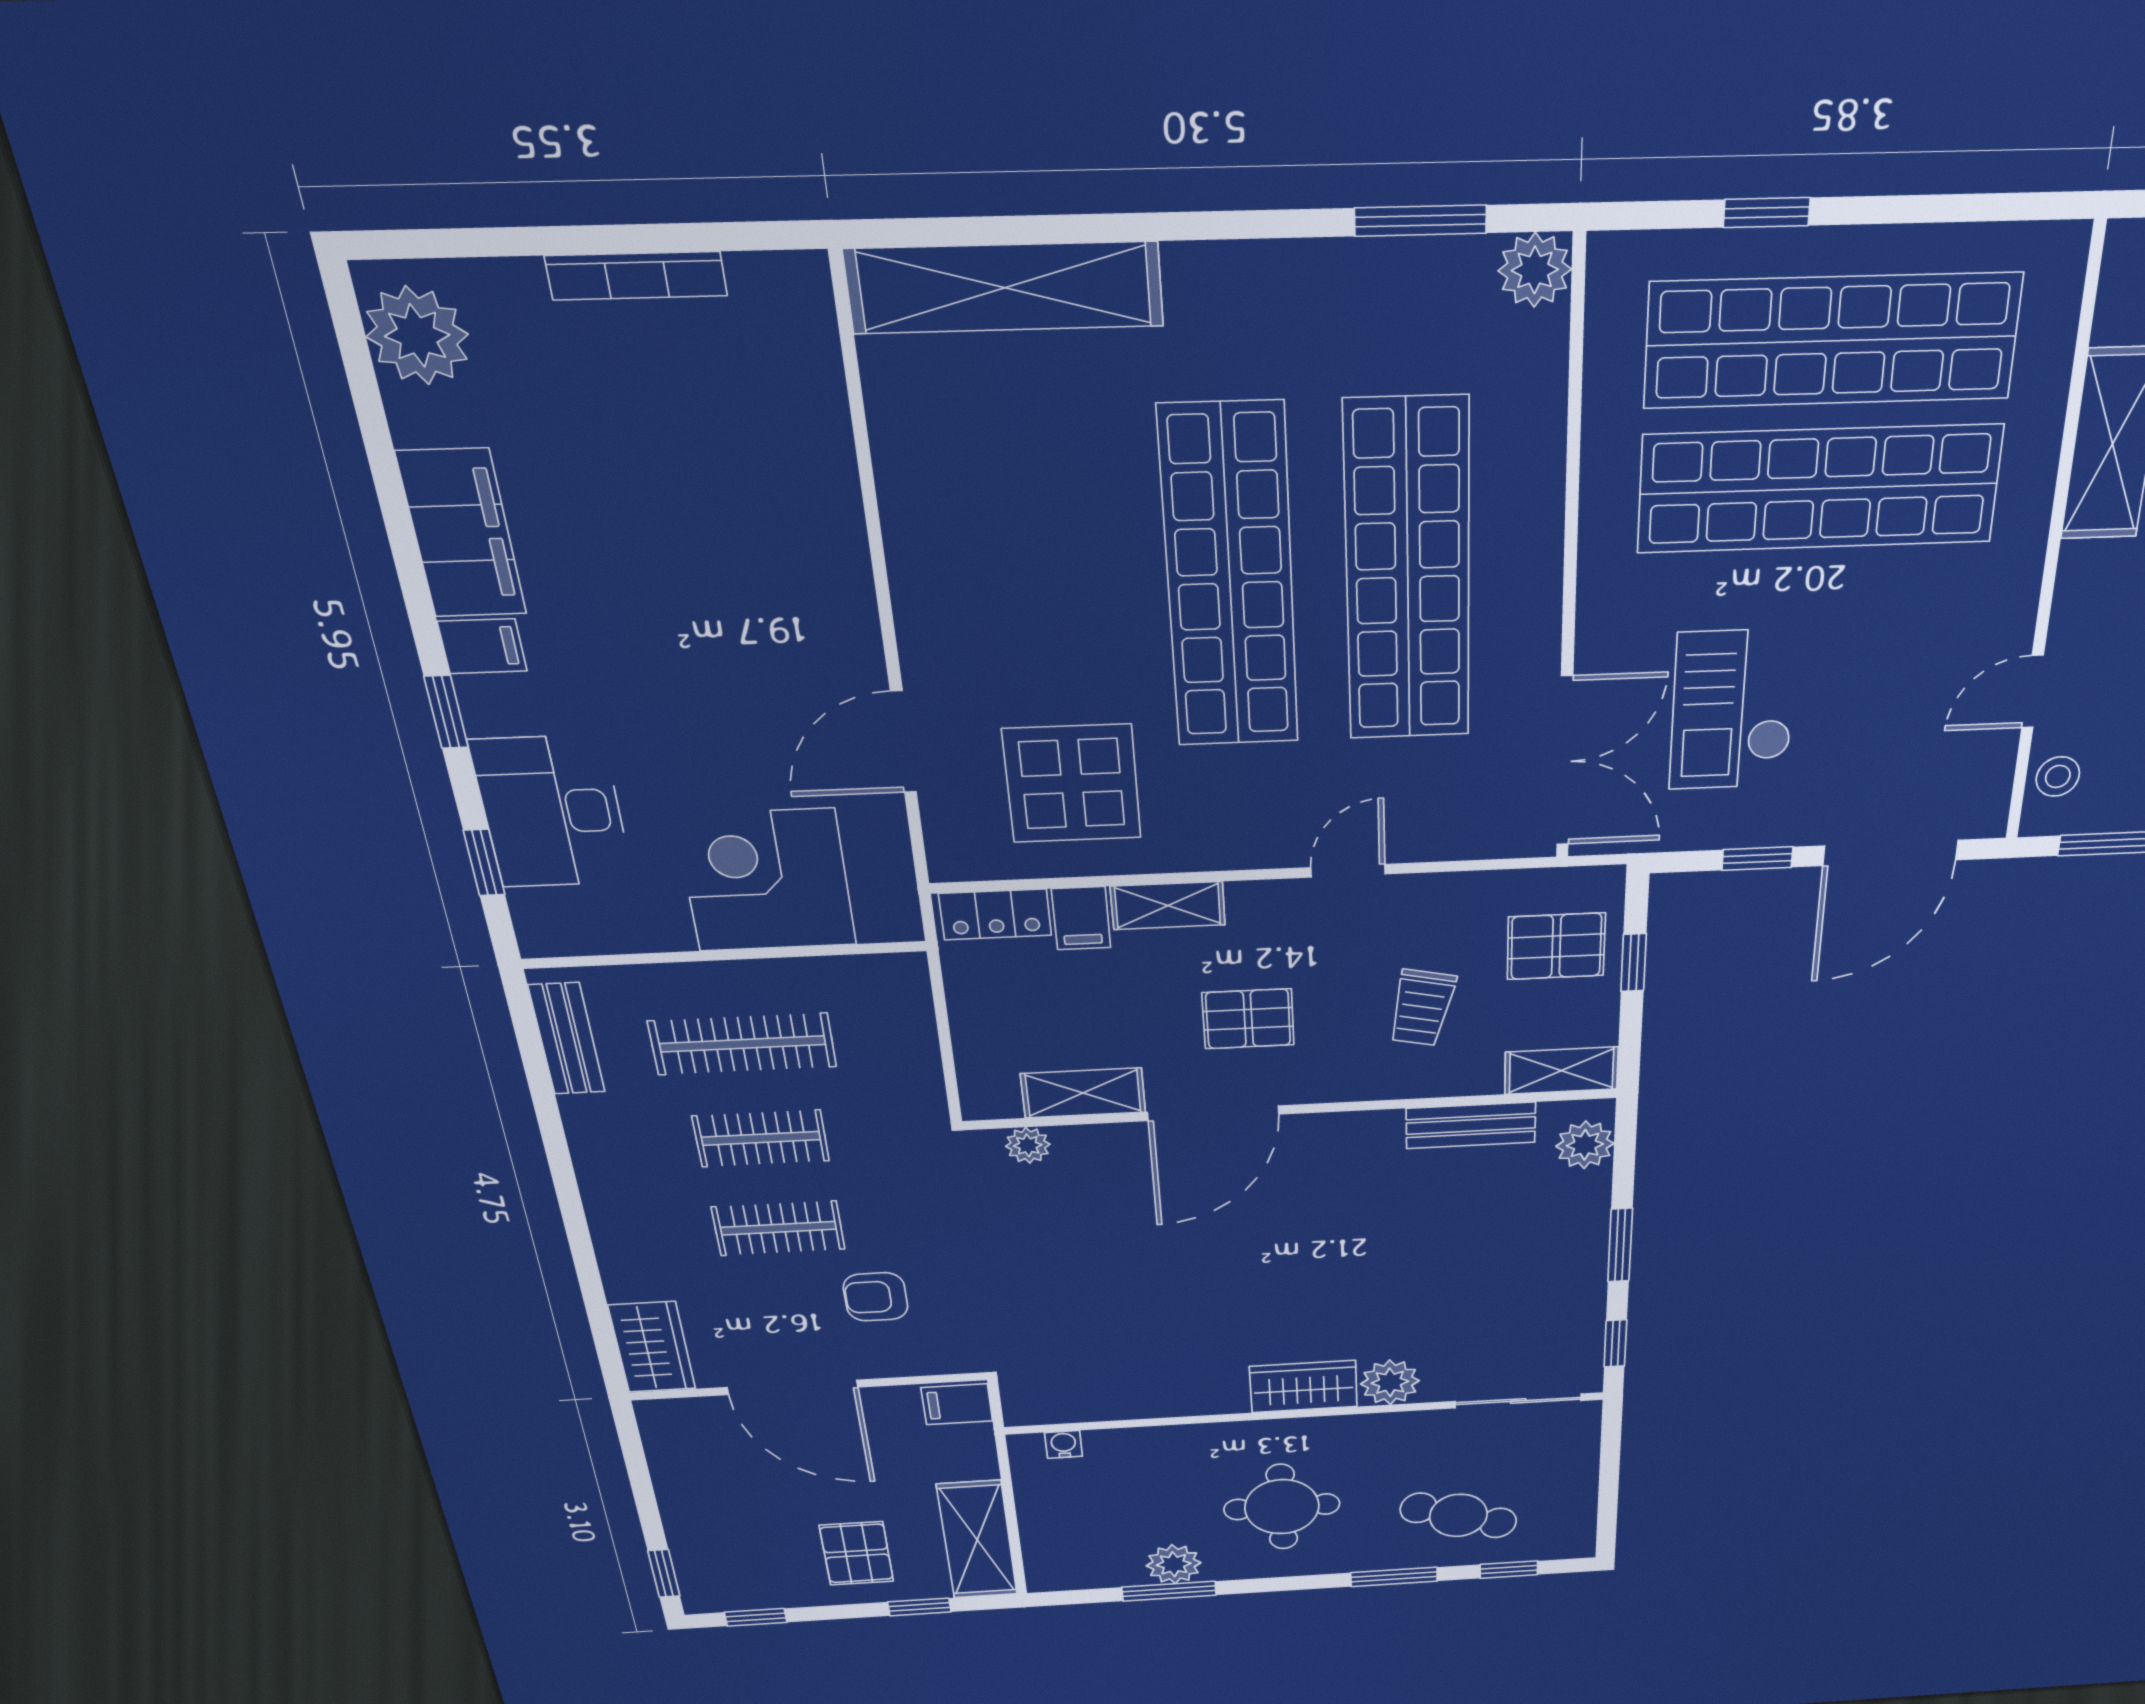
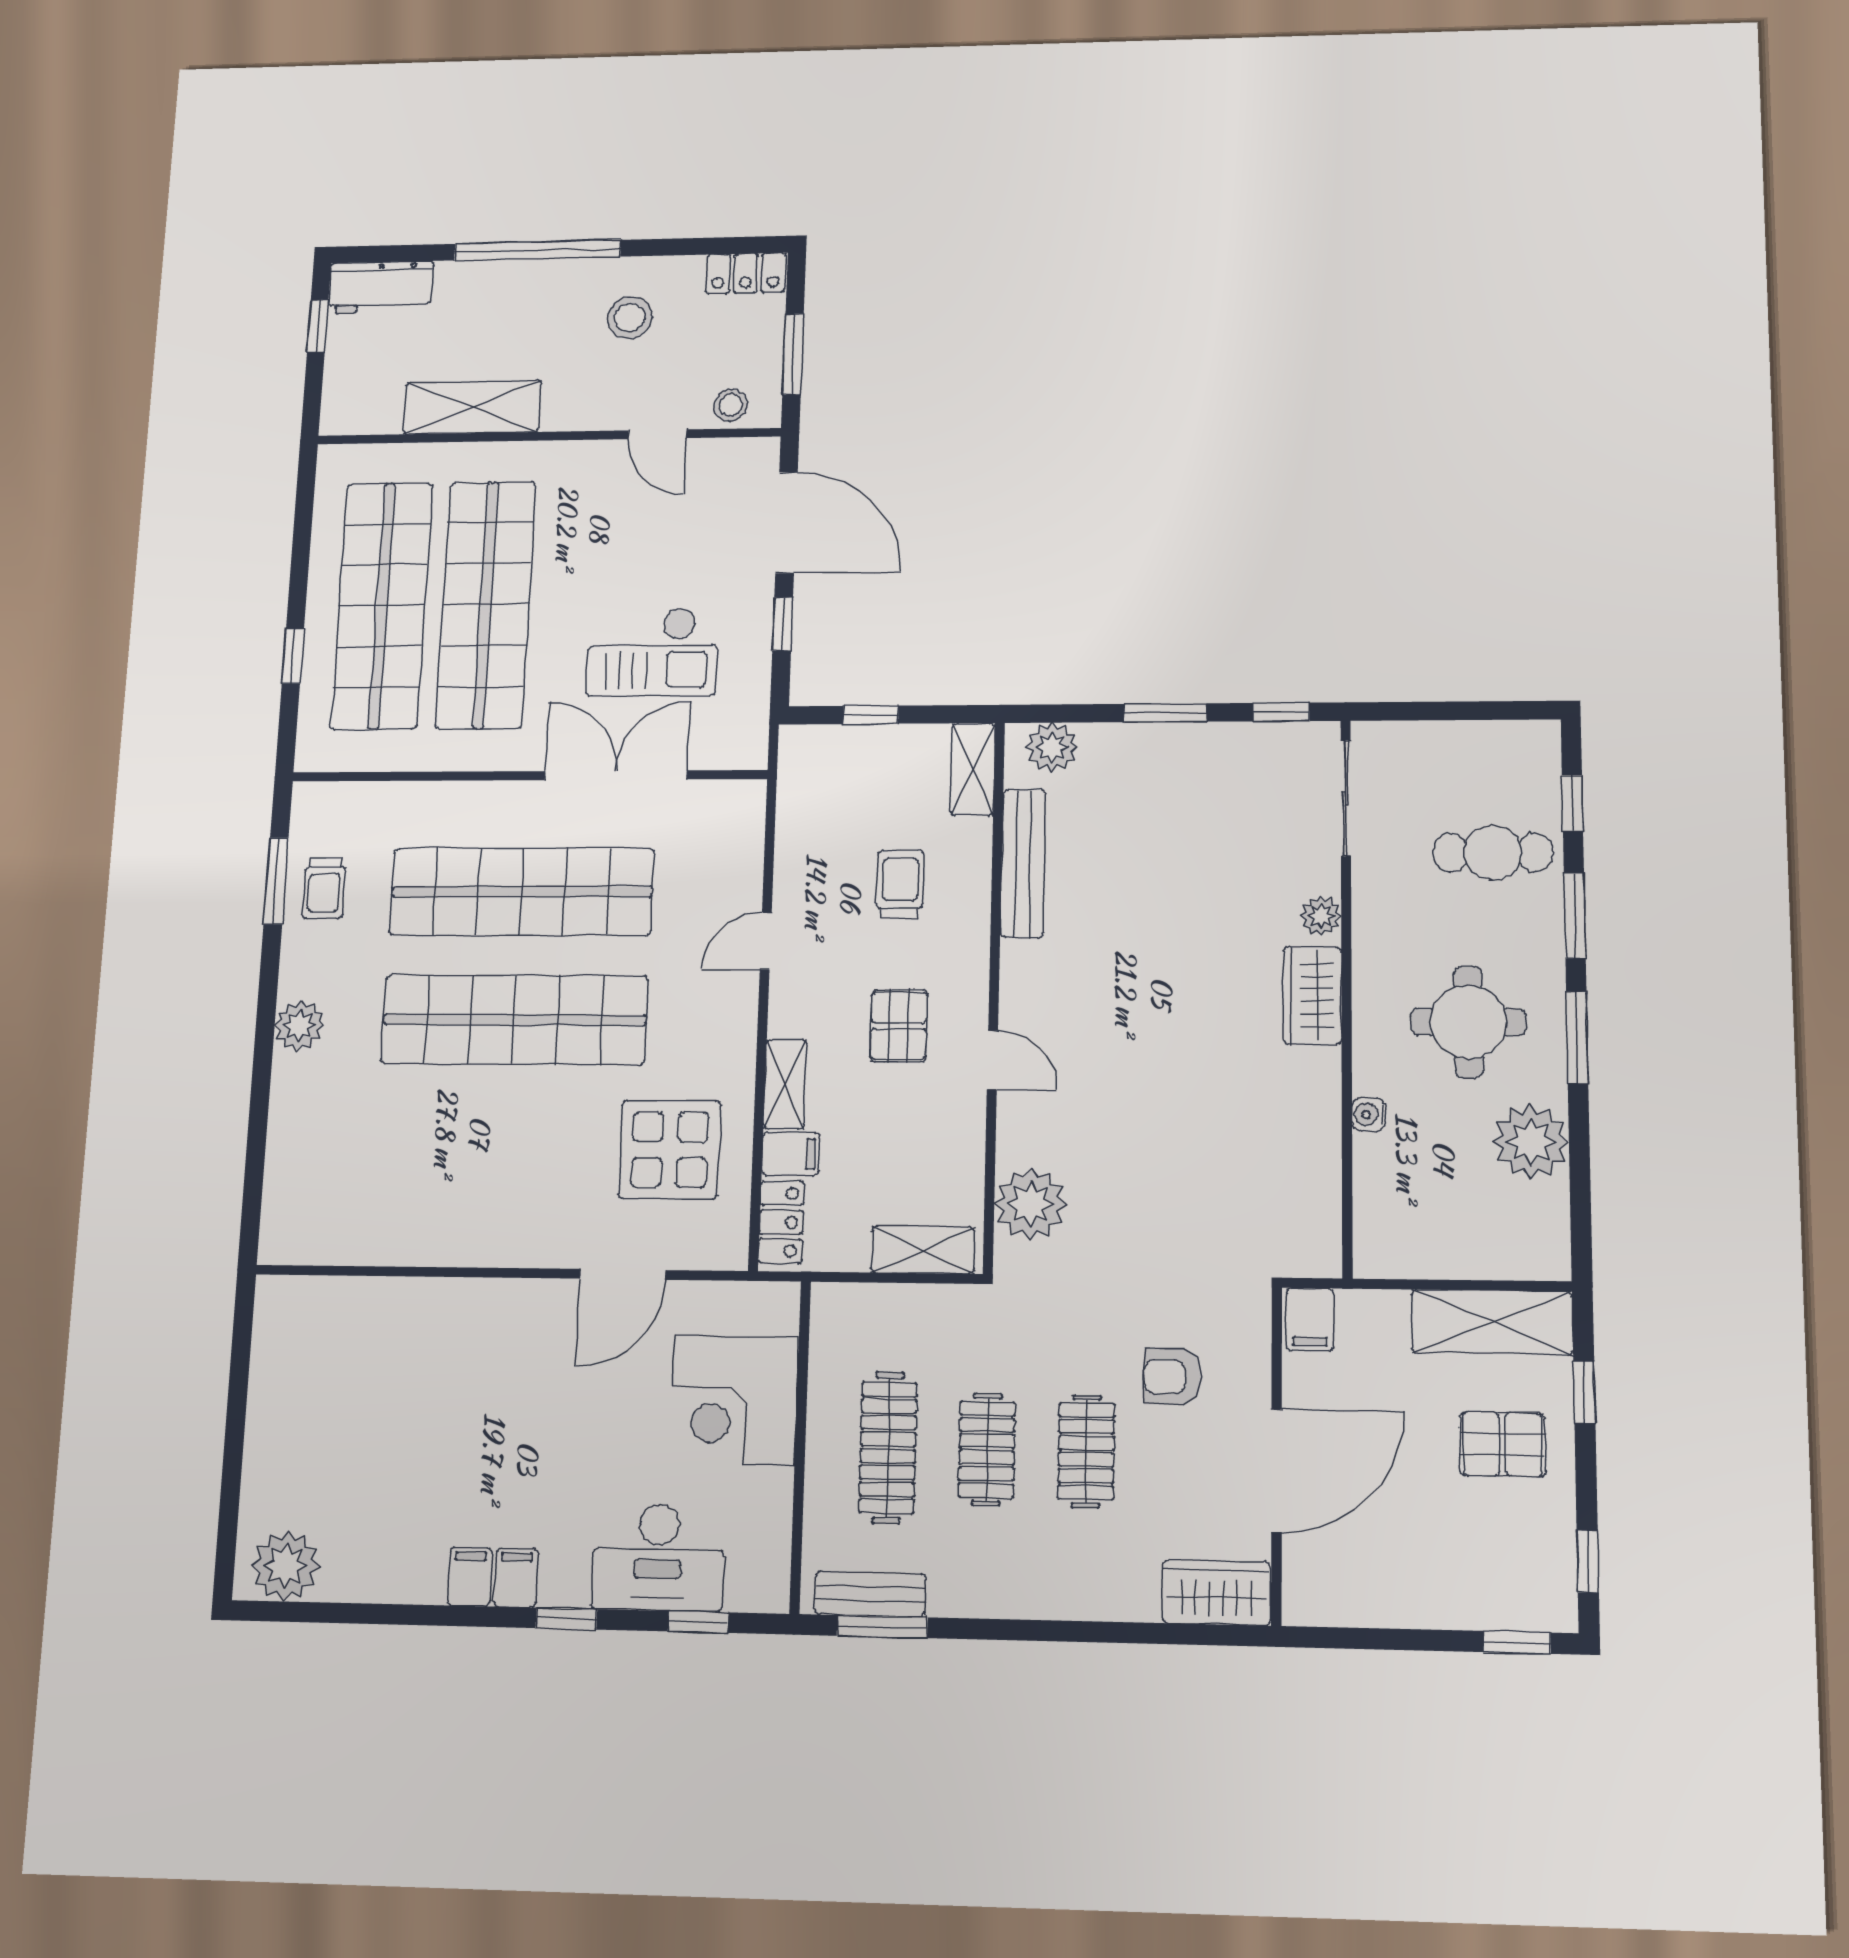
plant: (1535, 270) -> (299, 1026), moved
bookcase: (636, 276) -> (261, 1406), removed
shelving: (1005, 288) -> (293, 1159), removed
trolley: (1410, 295) -> (324, 888), added
filing cabinet: (462, 533) -> (470, 1577), width x0.33, depth x0.86
door: (903, 742) -> (623, 1274), hinge flipped
double door: (1565, 762) -> (616, 775), moved
door: (1348, 871) -> (766, 941), hinge flipped
pallet: (1556, 946) -> (850, 777), removed
trolley: (1422, 1008) -> (900, 884), turned -102
window: (532, 1053) -> (882, 1627), added
shelving: (1083, 1093) -> (923, 1250), moved, turned 90
door: (1213, 1113) -> (992, 1060), width x0.53
bench: (1471, 1125) -> (1023, 863), width x1.36
plant: (1028, 1145) -> (1031, 1204), width x1.87, depth x1.87
armchair: (876, 1297) -> (1172, 1377), turned 90
plant: (1390, 1382) -> (1321, 916), width x0.73, depth x0.73
water cooler: (1064, 1444) -> (1369, 1114), moved
cafe table: (1458, 1515) -> (1493, 853), turned 71
plant: (1174, 1564) -> (1531, 1142), width x1.36, depth x1.36
window: (1169, 1591) -> (1577, 1038), moved

